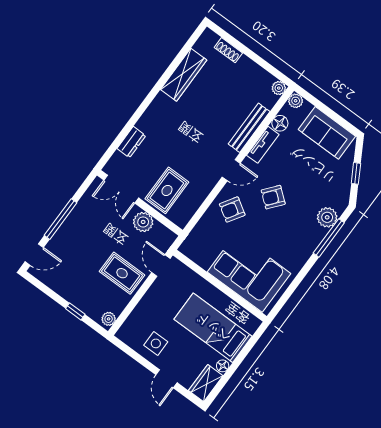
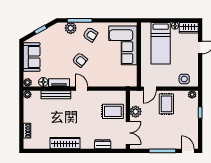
wardrobe: (184, 75) -> (65, 143), moved
armchair: (232, 209) -> (90, 35), moved
side table: (156, 343) -> (184, 79), moved

